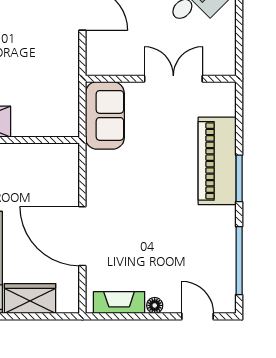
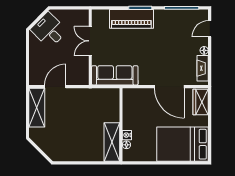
sofa: (105, 115) -> (115, 75), width x1.36
door: (82, 236) -> (169, 87), hinge flipped
wardrobe: (30, 299) -> (201, 102), moved

